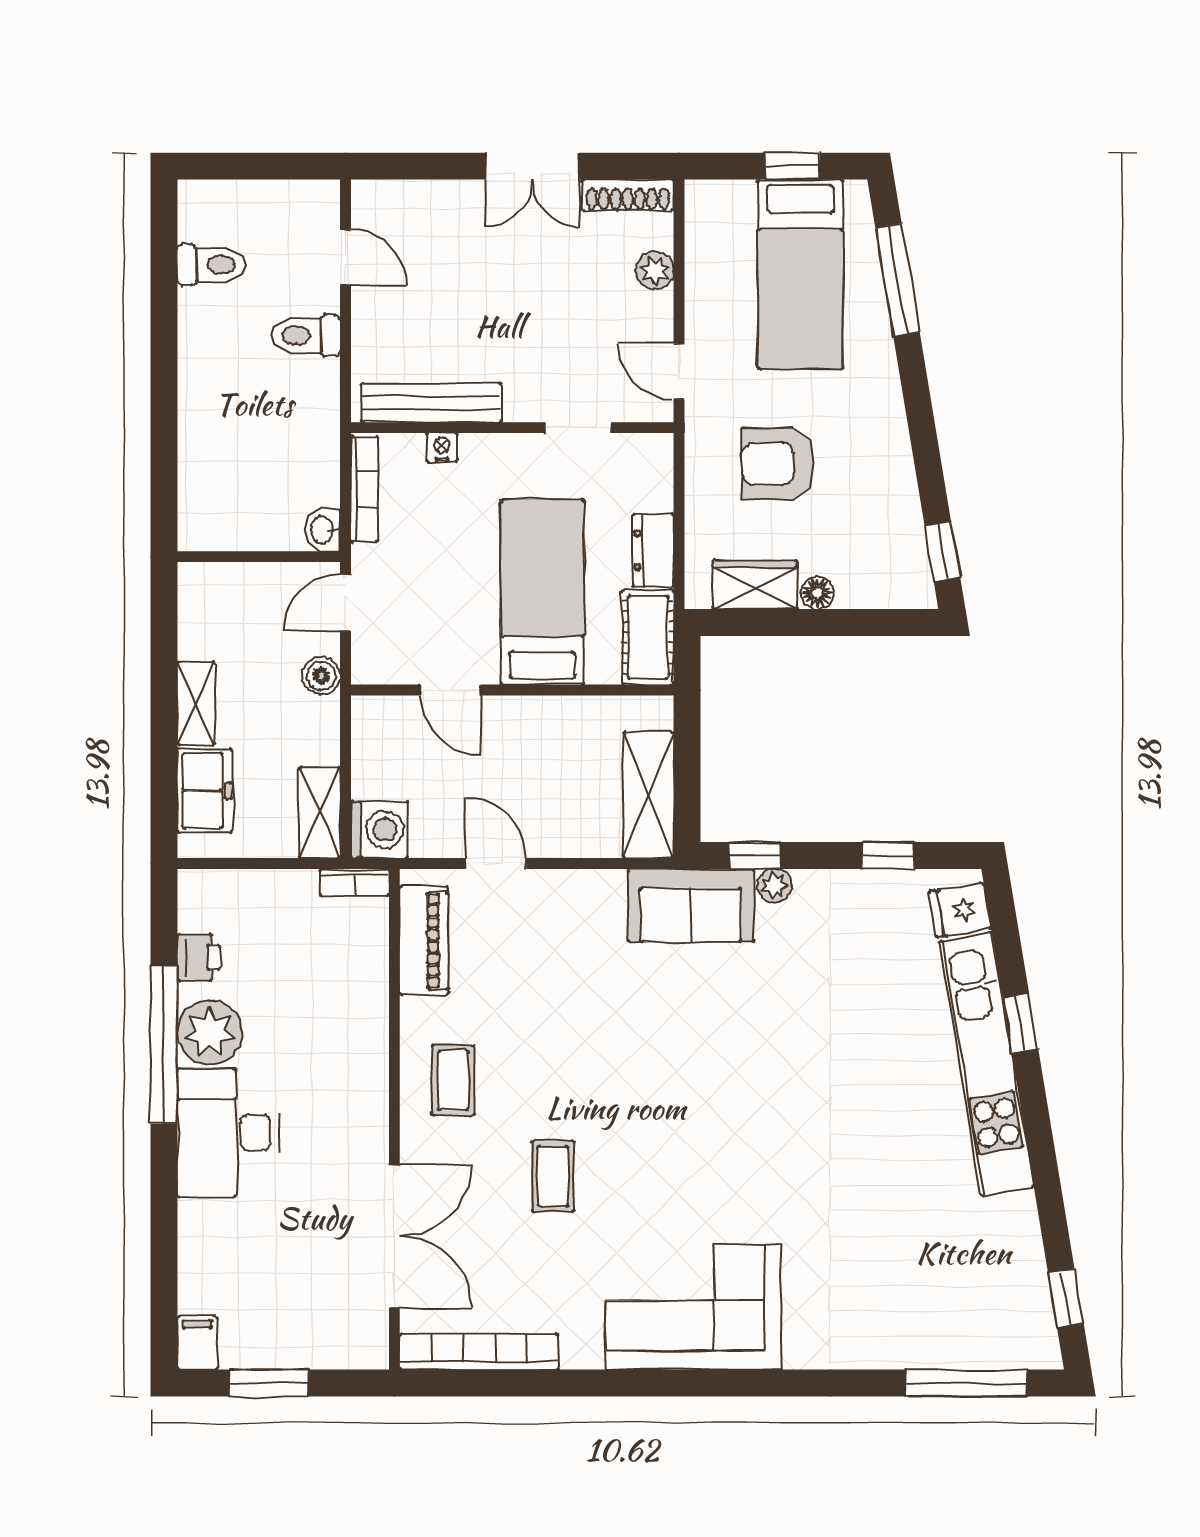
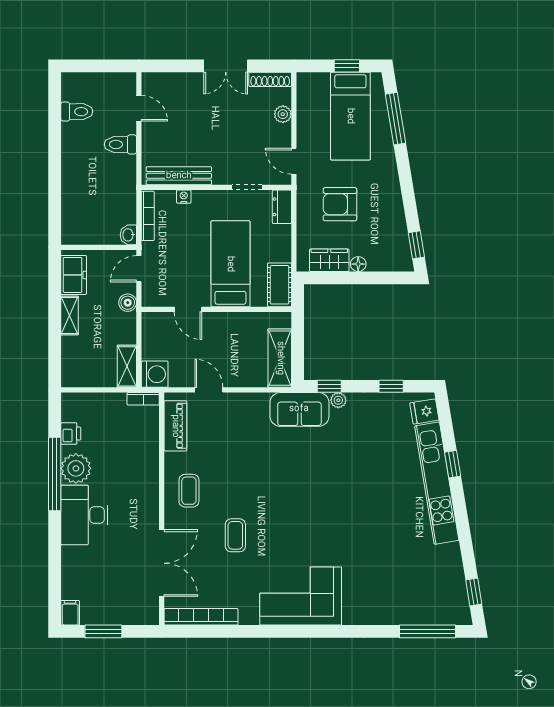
dresser: (653, 550) -> (282, 207), moved
freezer: (205, 791) -> (74, 275), moved

